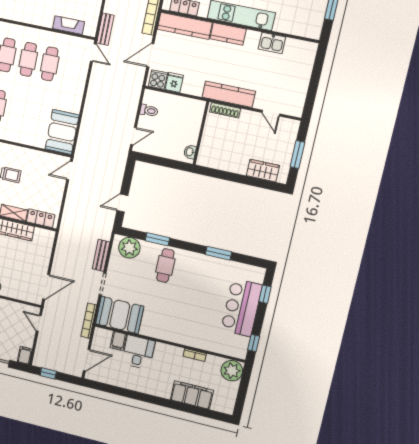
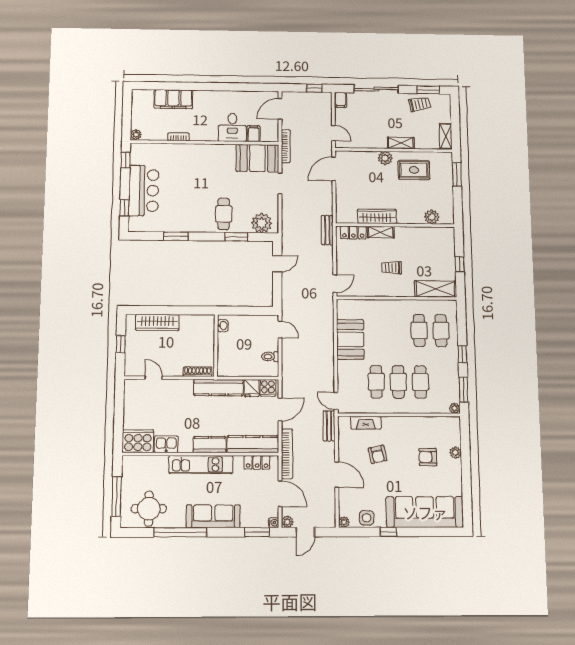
cooker: (300, 52) -> (138, 441), added
kitchen counter: (229, 94) -> (218, 388), moved
booth: (62, 132) -> (350, 339), moved
door: (133, 136) -> (280, 329), swing flipped
window: (297, 154) -> (121, 344), width x0.67
wardrobe: (263, 171) -> (157, 322), width x1.50
bench: (101, 255) -> (327, 230), moved
plant: (232, 371) -> (136, 135), width x0.53, depth x0.53

